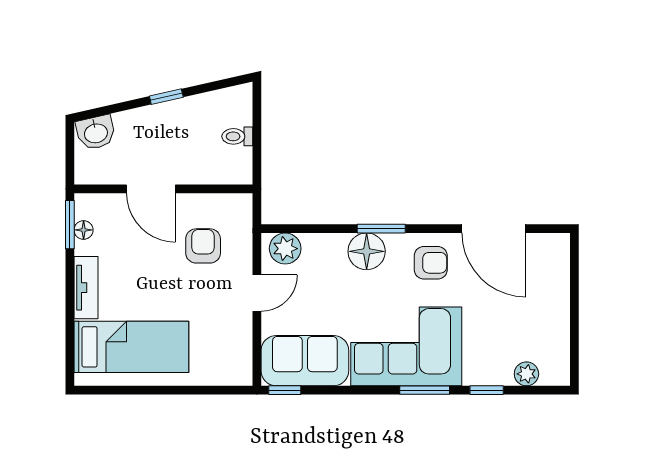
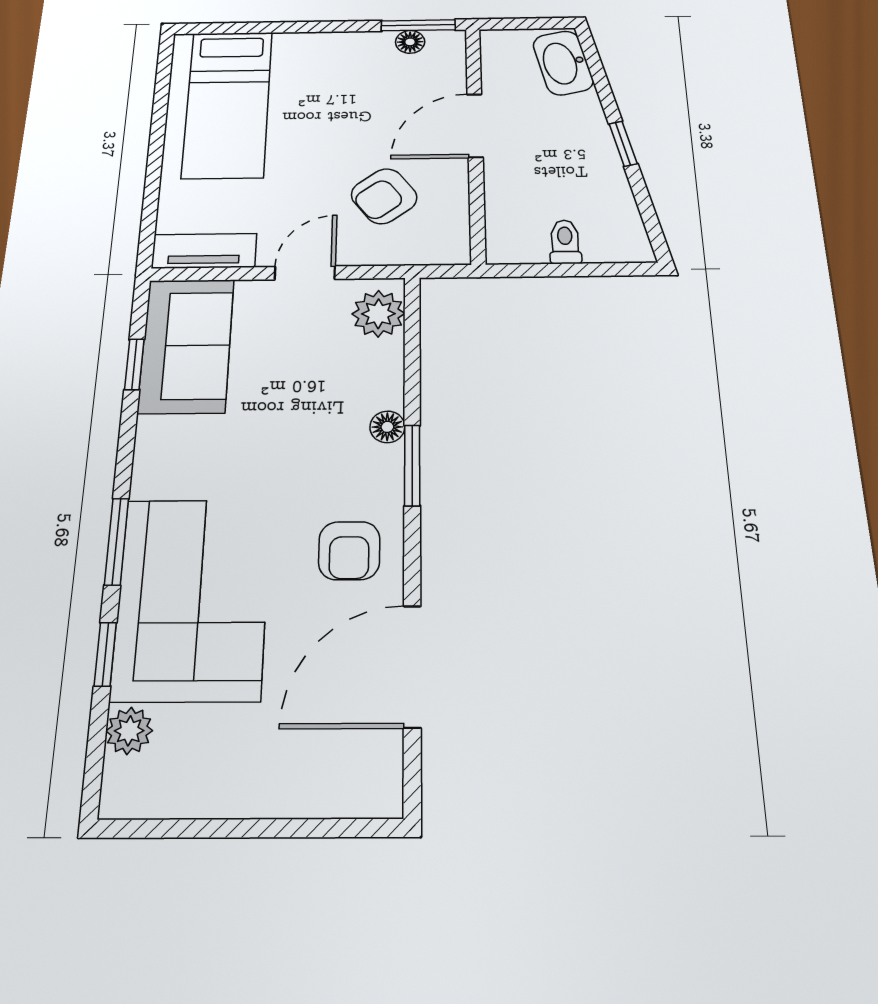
washbasin: (96, 132) -> (563, 63), width x1.38
armchair: (203, 246) -> (384, 196), turned 143
floor lamp: (367, 251) -> (387, 427), width x0.53, depth x0.53
tv unit: (86, 288) -> (204, 251), moved, turned 180
door: (257, 293) -> (305, 273), swing flipped
corner sofa: (406, 346) -> (192, 598), moved
window: (285, 390) -> (134, 364), moved

